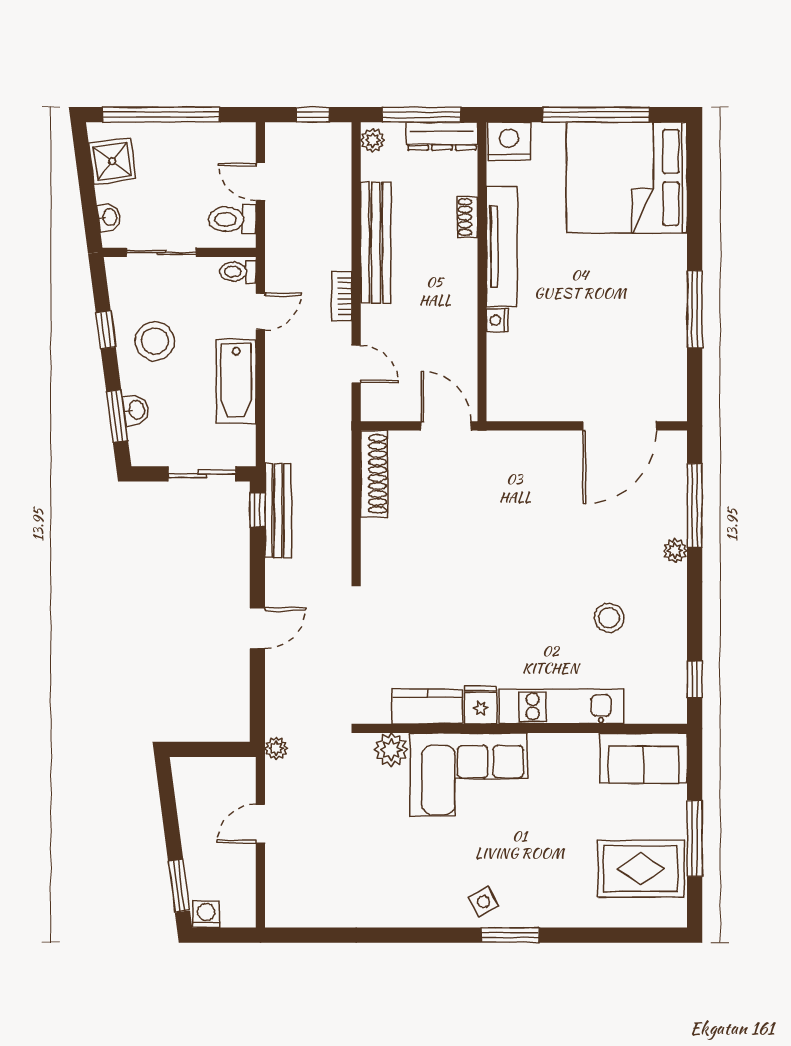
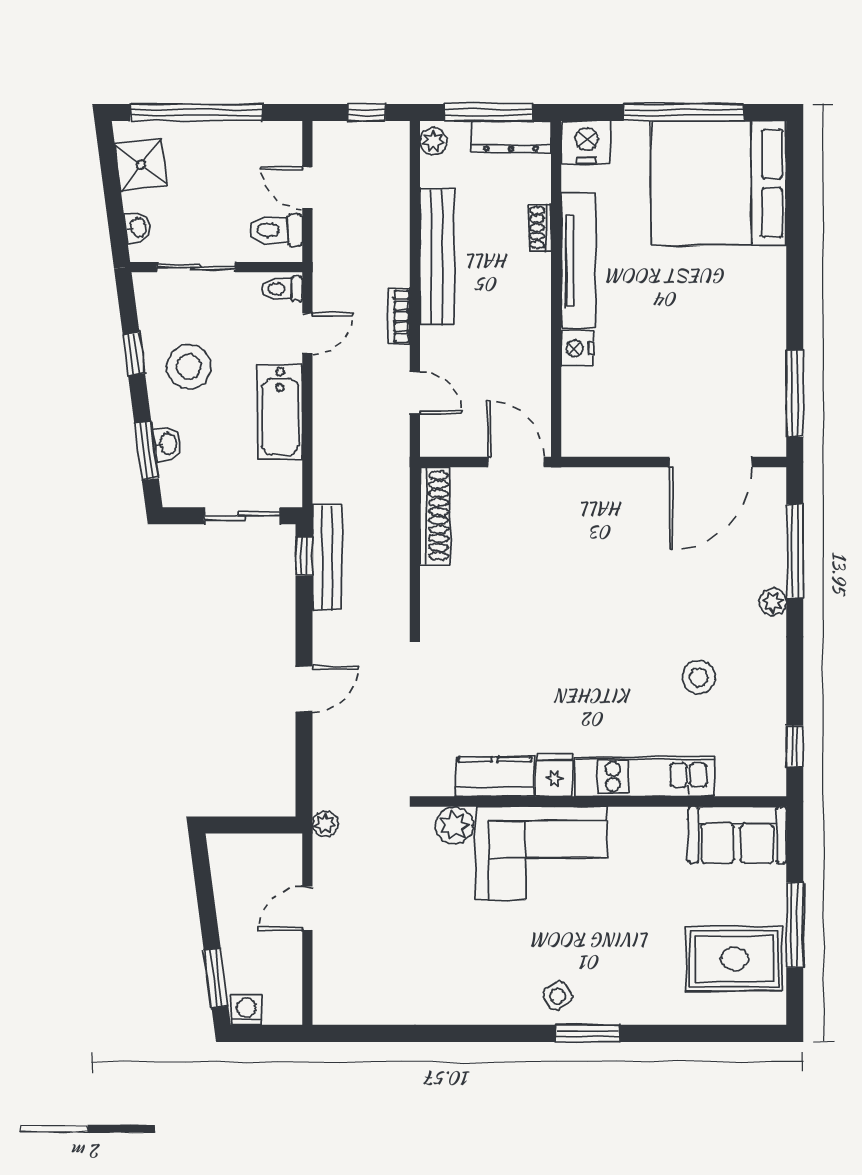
window: (695, 309) -> (795, 394), moved
nightstand: (497, 320) -> (577, 348), width x1.39, depth x1.35

